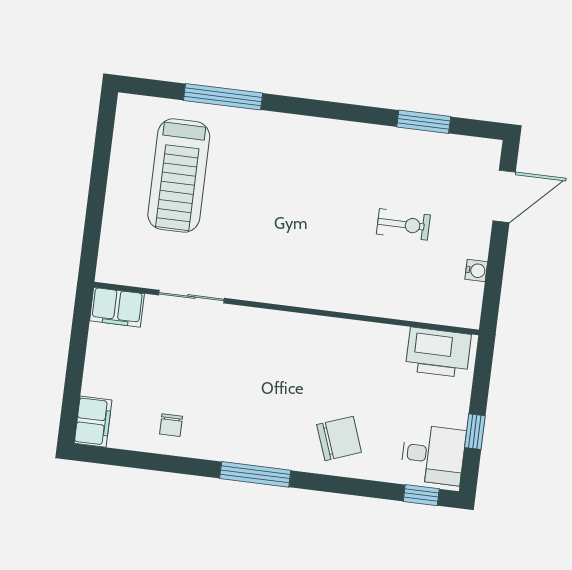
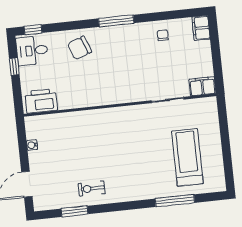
exercise bike: (403, 224) -> (92, 189), moved

